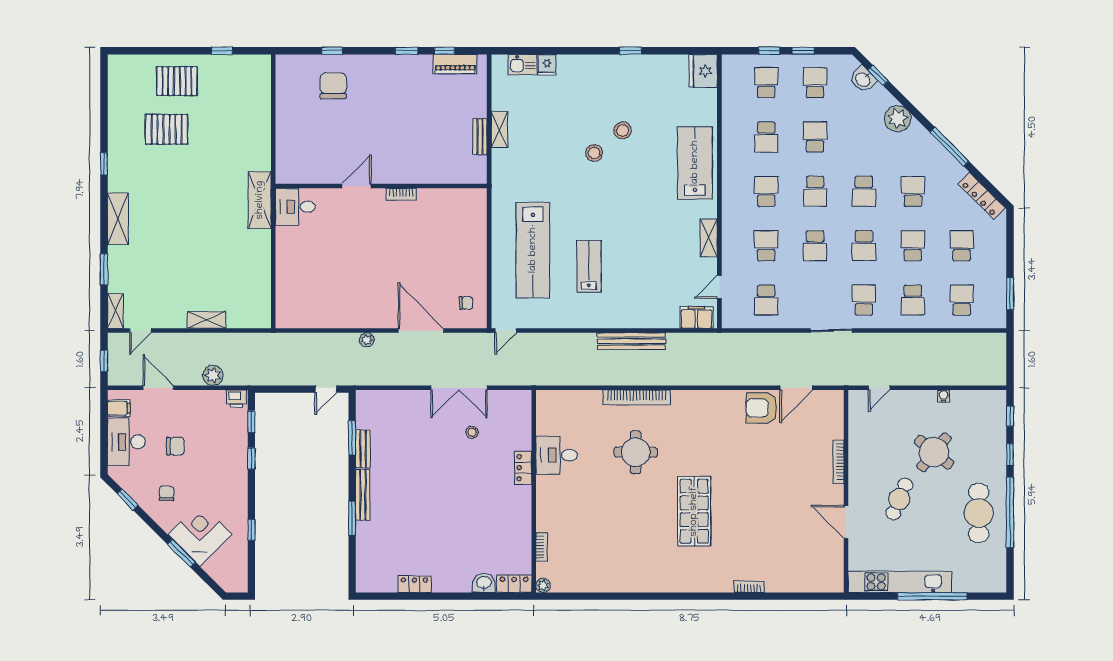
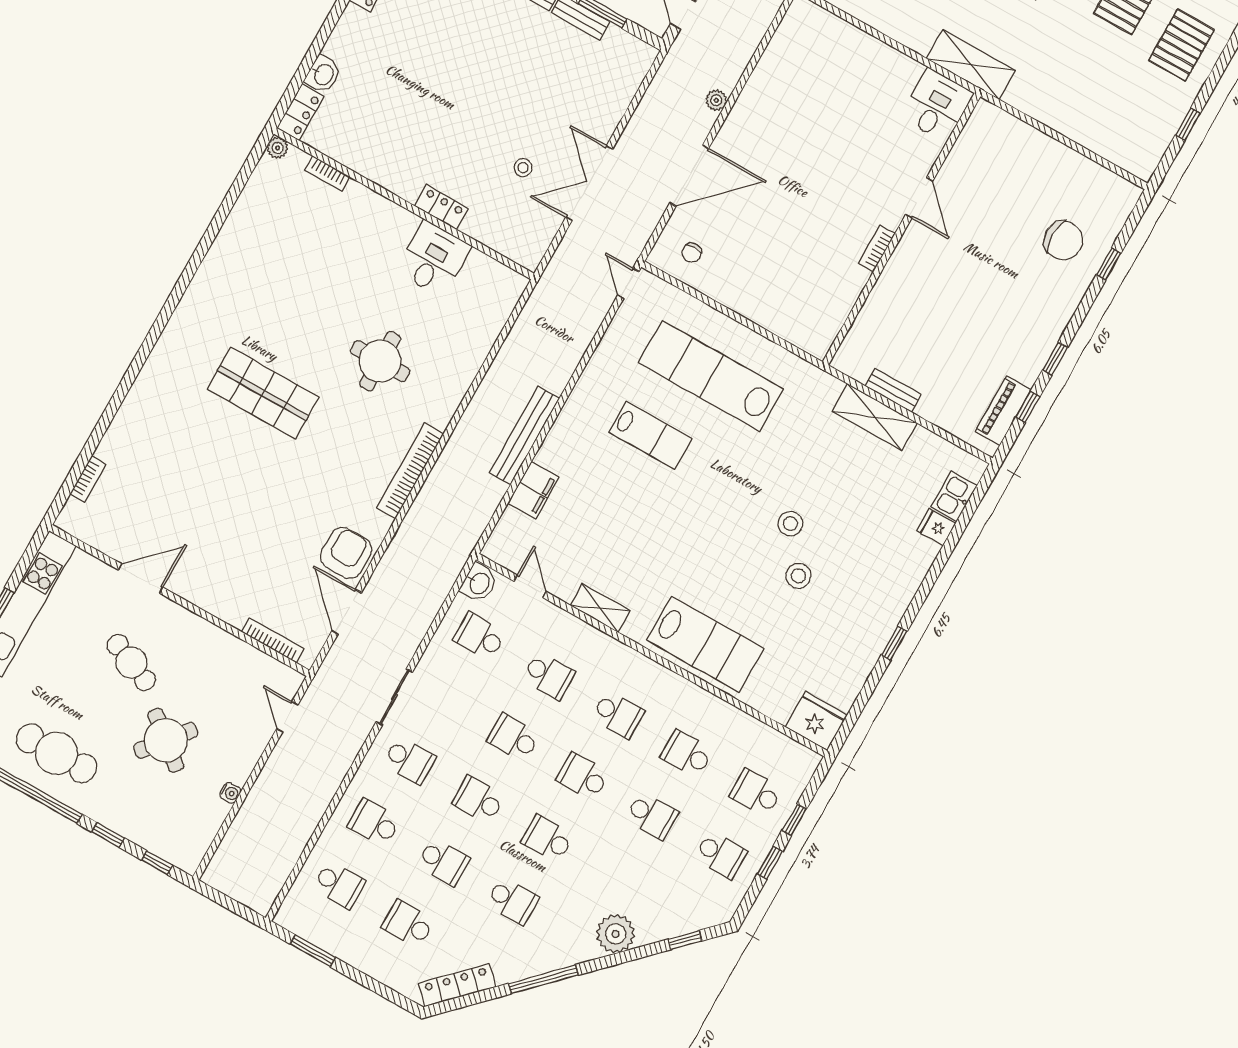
washbasin: (863, 79) -> (479, 583), moved, turned 135
school desk: (766, 83) -> (756, 793), turned 180
shelving: (499, 129) -> (875, 417), width x1.50, depth x1.33
school desk: (962, 246) -> (408, 924), turned 180
filing cabinet: (696, 317) -> (533, 490), moved
bookcase: (636, 397) -> (410, 471), moved
bookcase: (838, 462) -> (273, 640), moved
bookcase: (749, 587) -> (88, 479), moved

